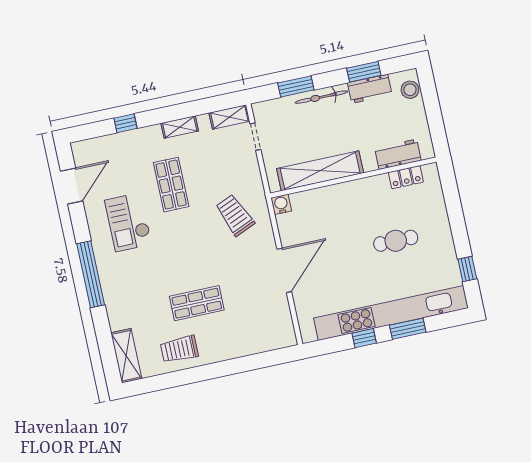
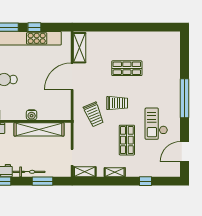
water cooler: (281, 204) -> (32, 115), moved
checkout: (128, 222) -> (156, 124), turned 180
trolley: (179, 349) -> (117, 103), moved
shelving: (126, 356) -> (80, 48), moved

